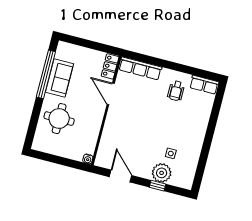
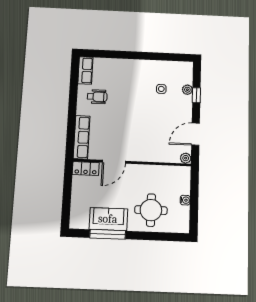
window: (46, 74) -> (108, 234), width x0.68
water cooler: (88, 159) -> (185, 200), moved
plant: (100, 161) -> (186, 158), added
plant: (162, 173) -> (187, 90), width x0.53, depth x0.53

